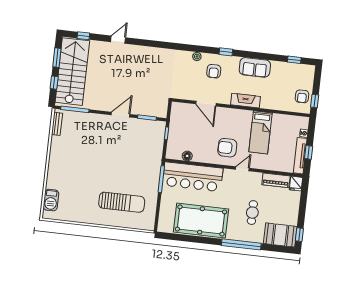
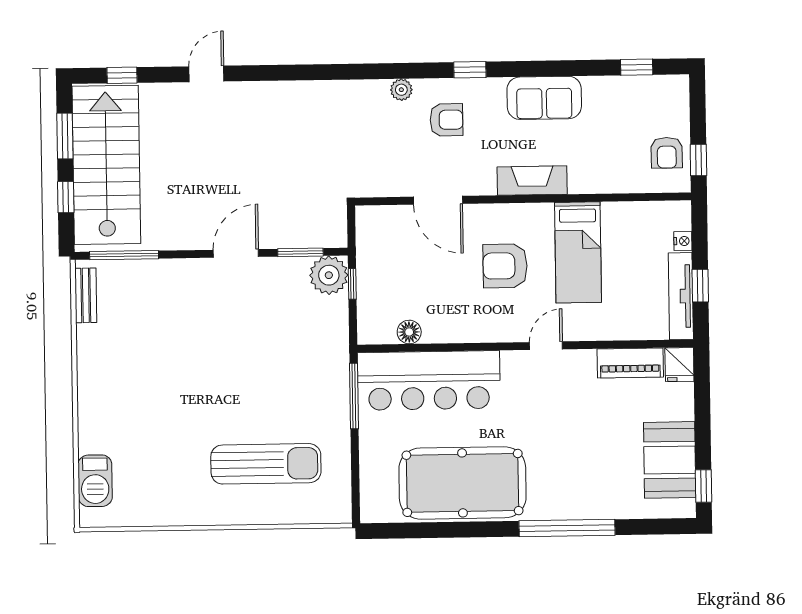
armchair: (214, 71) -> (446, 120), turned -90
plant: (157, 128) -> (329, 275), added
armchair: (227, 148) -> (505, 266), moved
cafe table: (252, 213) -> (584, 448), removed
booth: (280, 235) -> (670, 460), moved, turned 90

